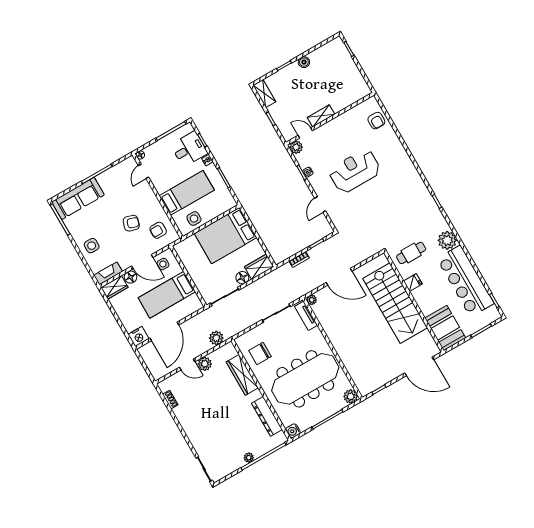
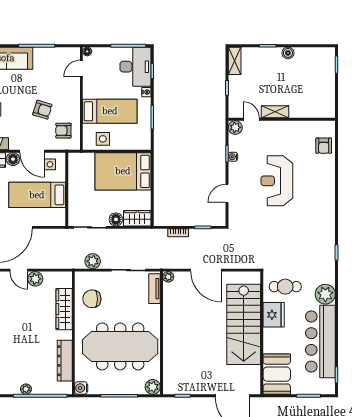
desk: (189, 149) -> (135, 67), width x1.37
reception desk: (355, 171) -> (277, 181), turned -90
fridge: (413, 283) -> (274, 315), width x1.88, depth x1.34
plant: (216, 338) -> (93, 261), moved

